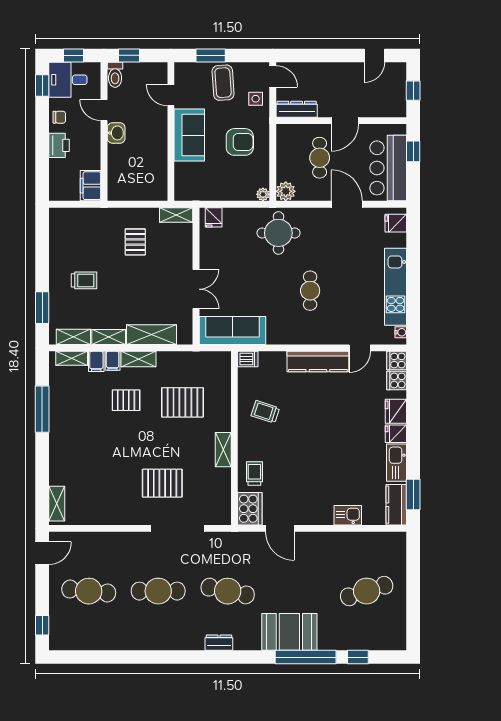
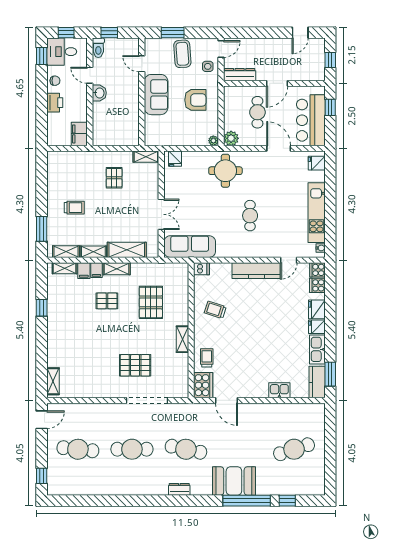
door: (273, 76) -> (221, 49), hinge flipped
pallet: (182, 402) -> (151, 302), turned 90
window: (42, 409) -> (42, 308), width x0.46

